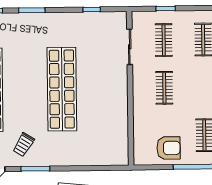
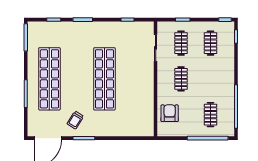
armchair: (169, 148) -> (170, 113), moved, turned -90

